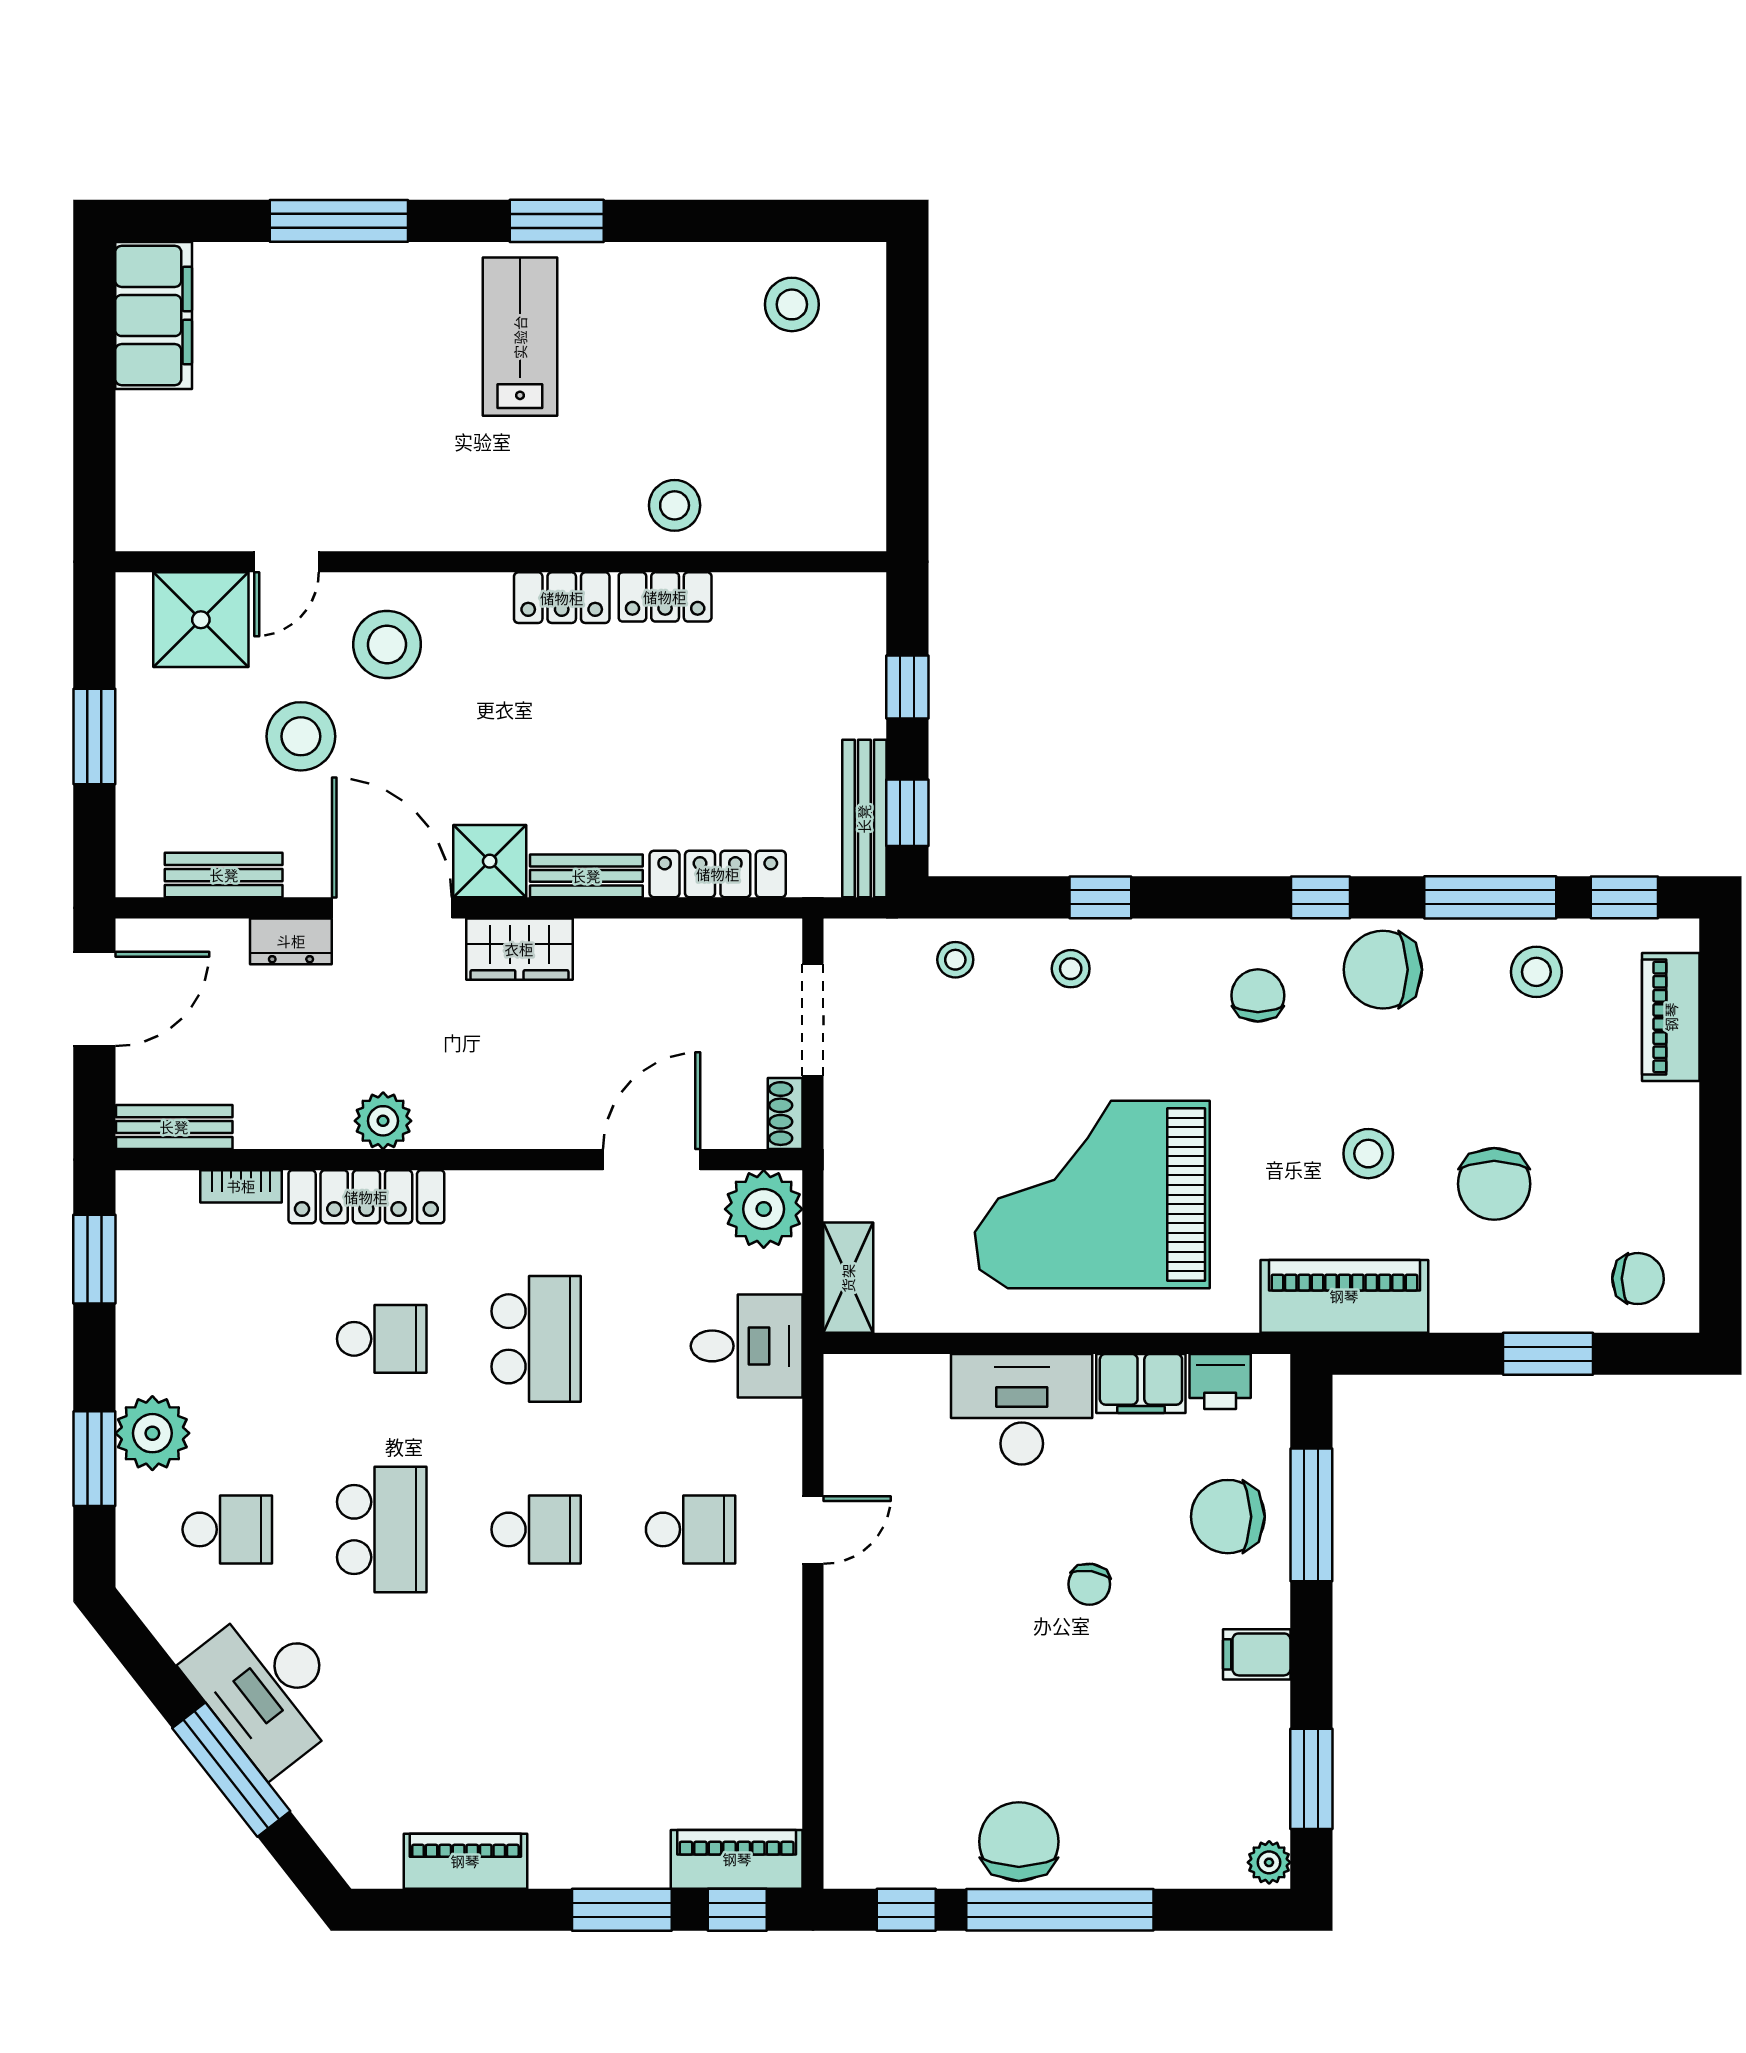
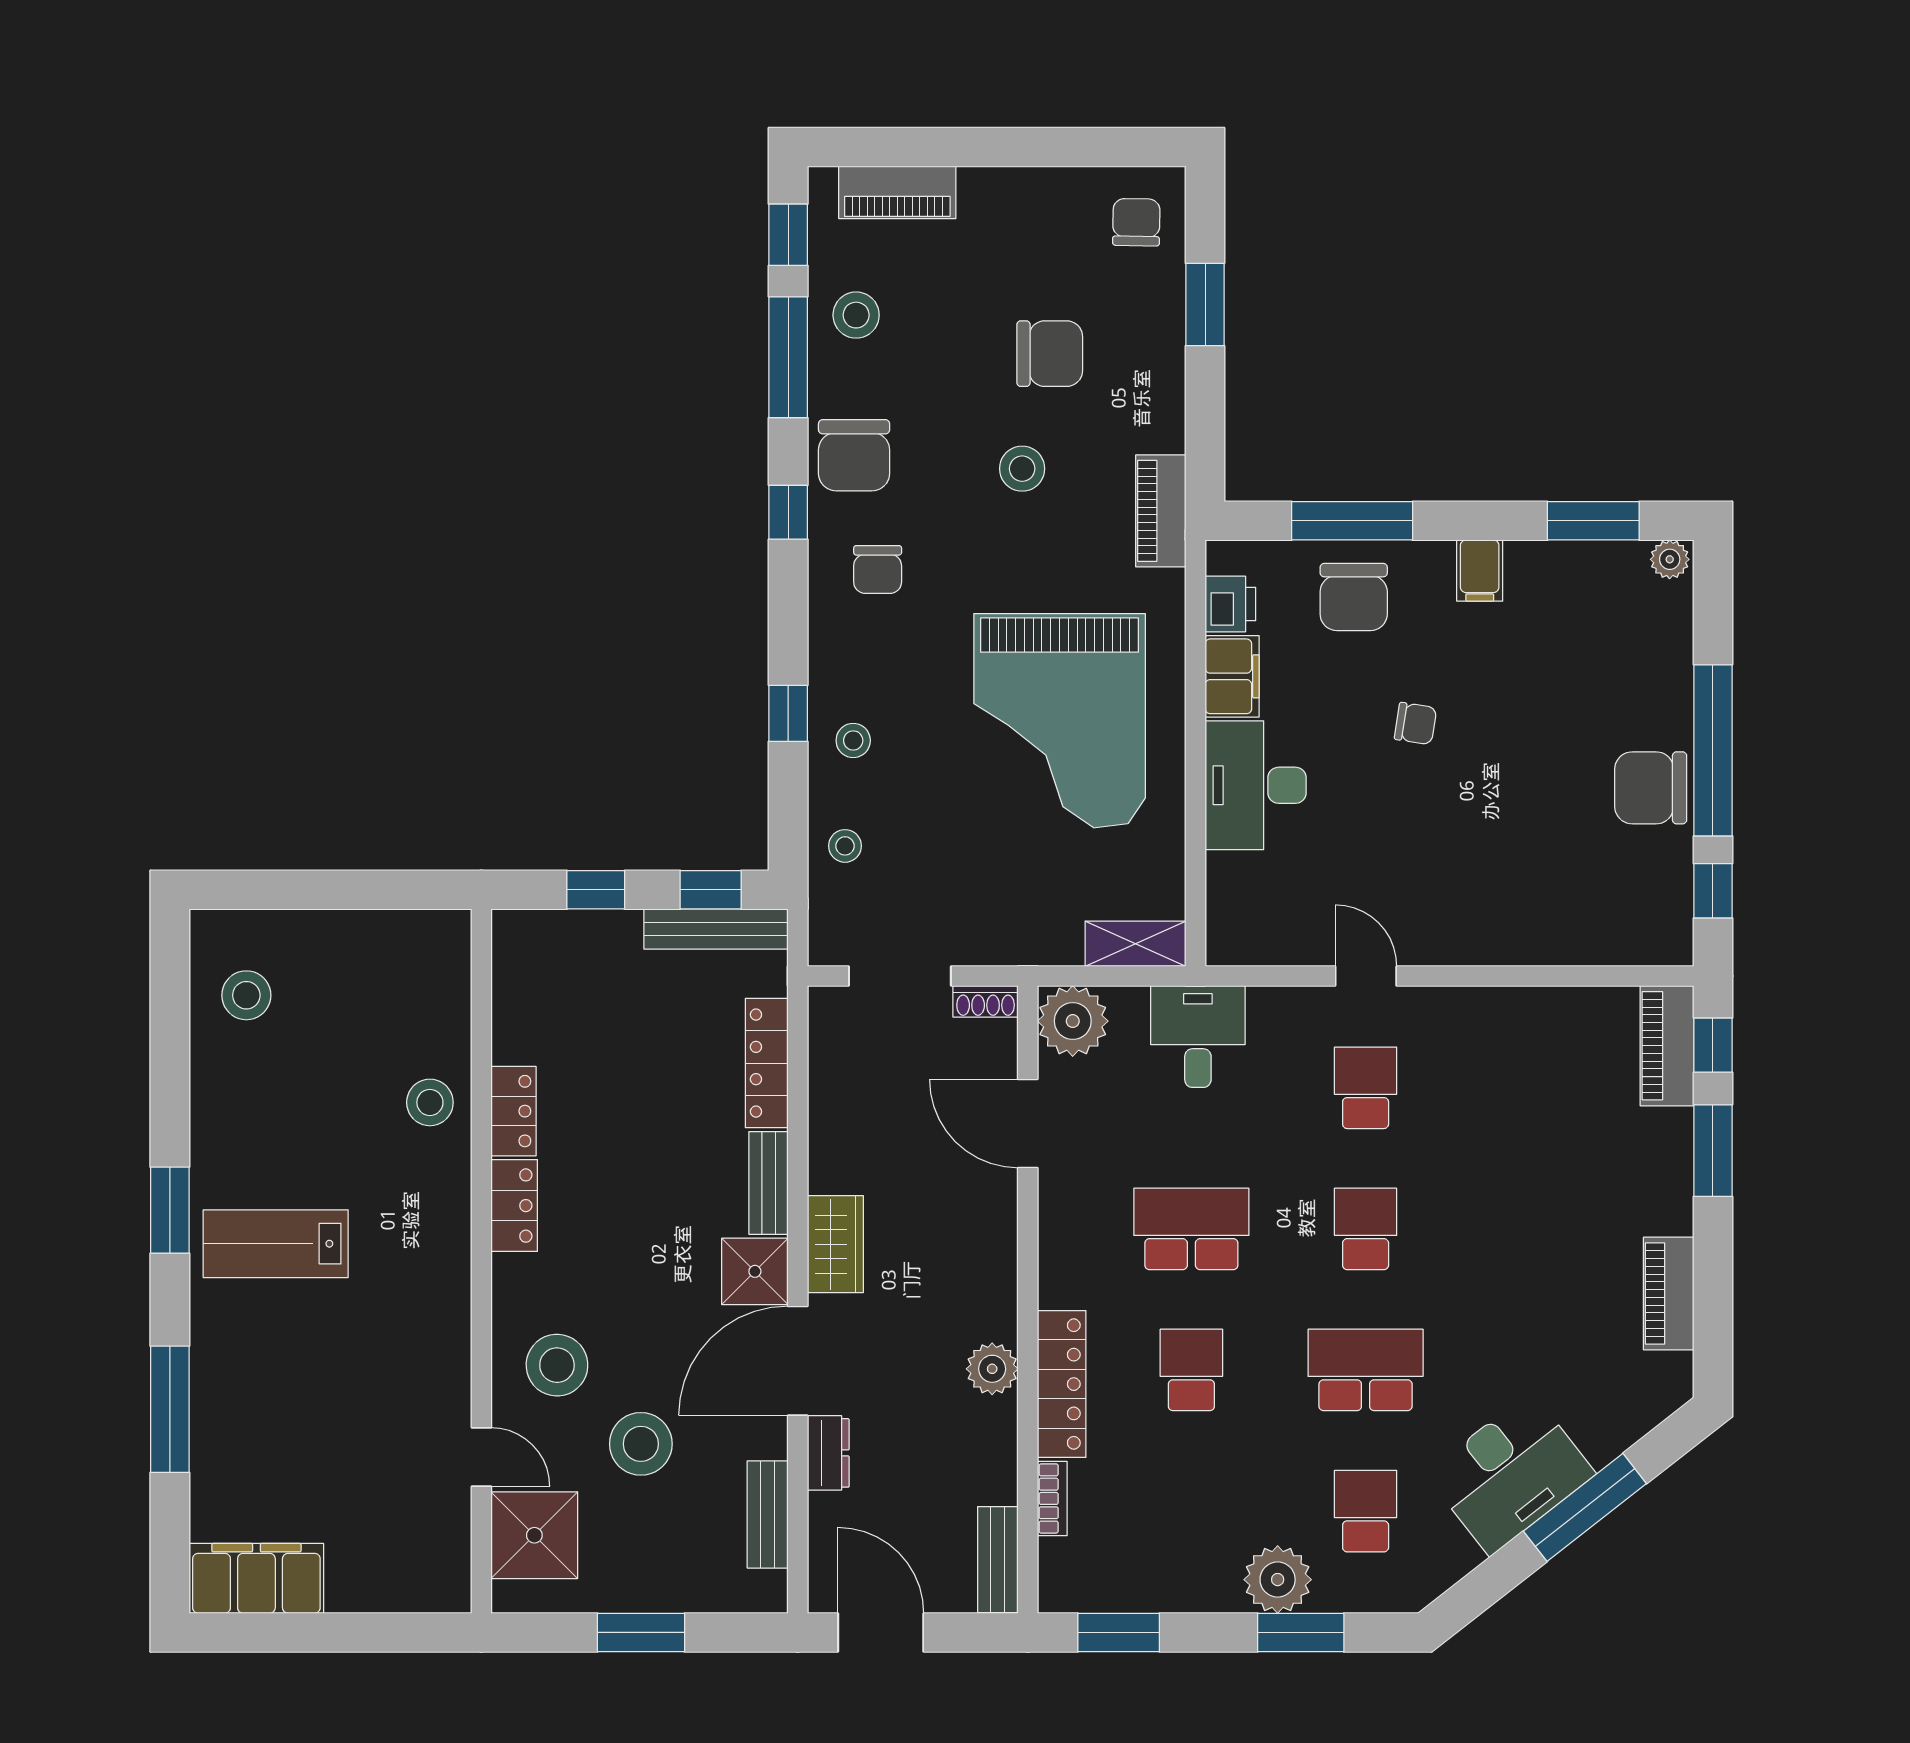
chair: (1258, 995) -> (878, 569), turned -90
piano: (1344, 1296) -> (1161, 511), width x0.73, depth x0.75

